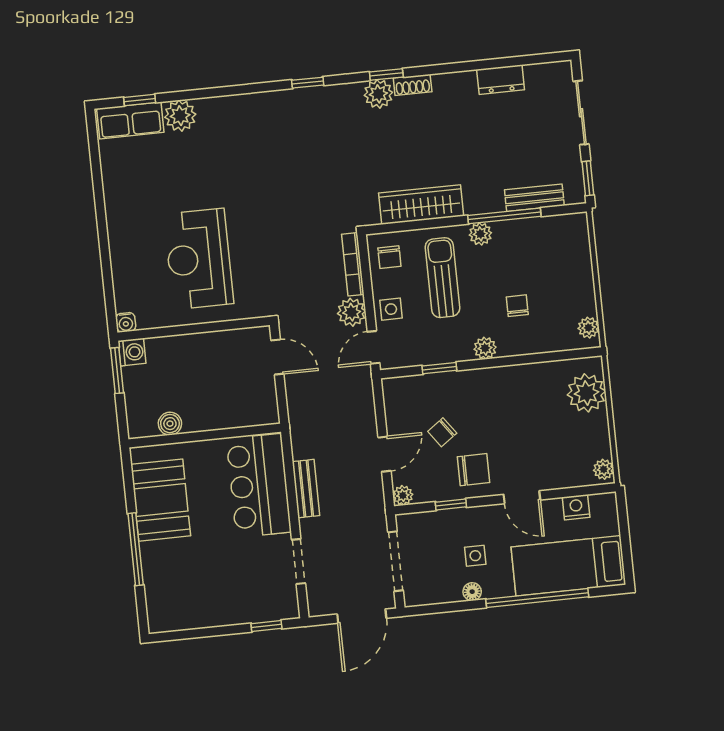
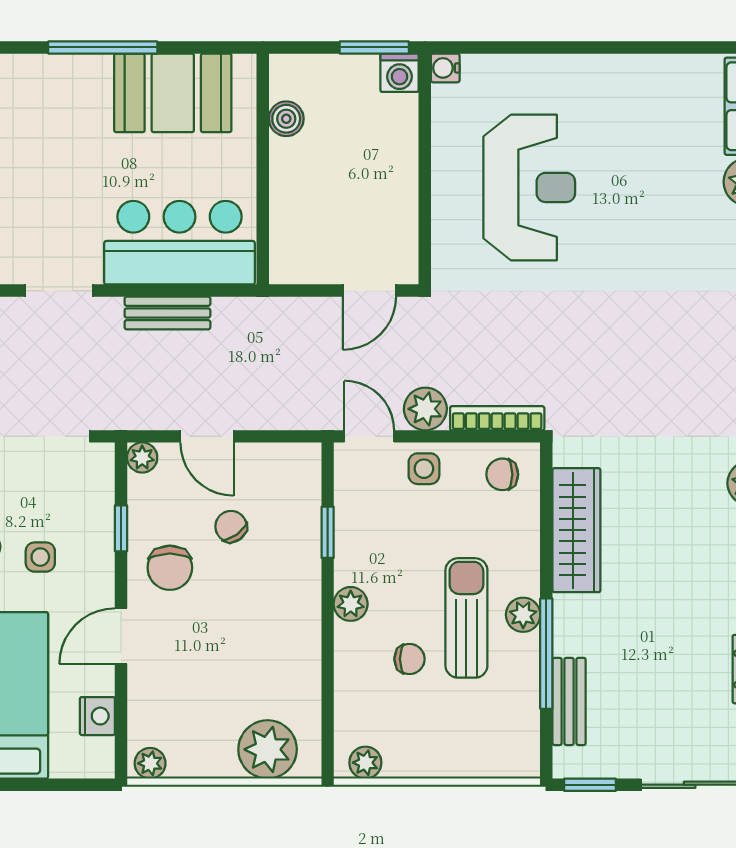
reception desk: (199, 259) -> (529, 187), turned 90
sun lounger: (442, 278) -> (466, 618), moved, turned -90

